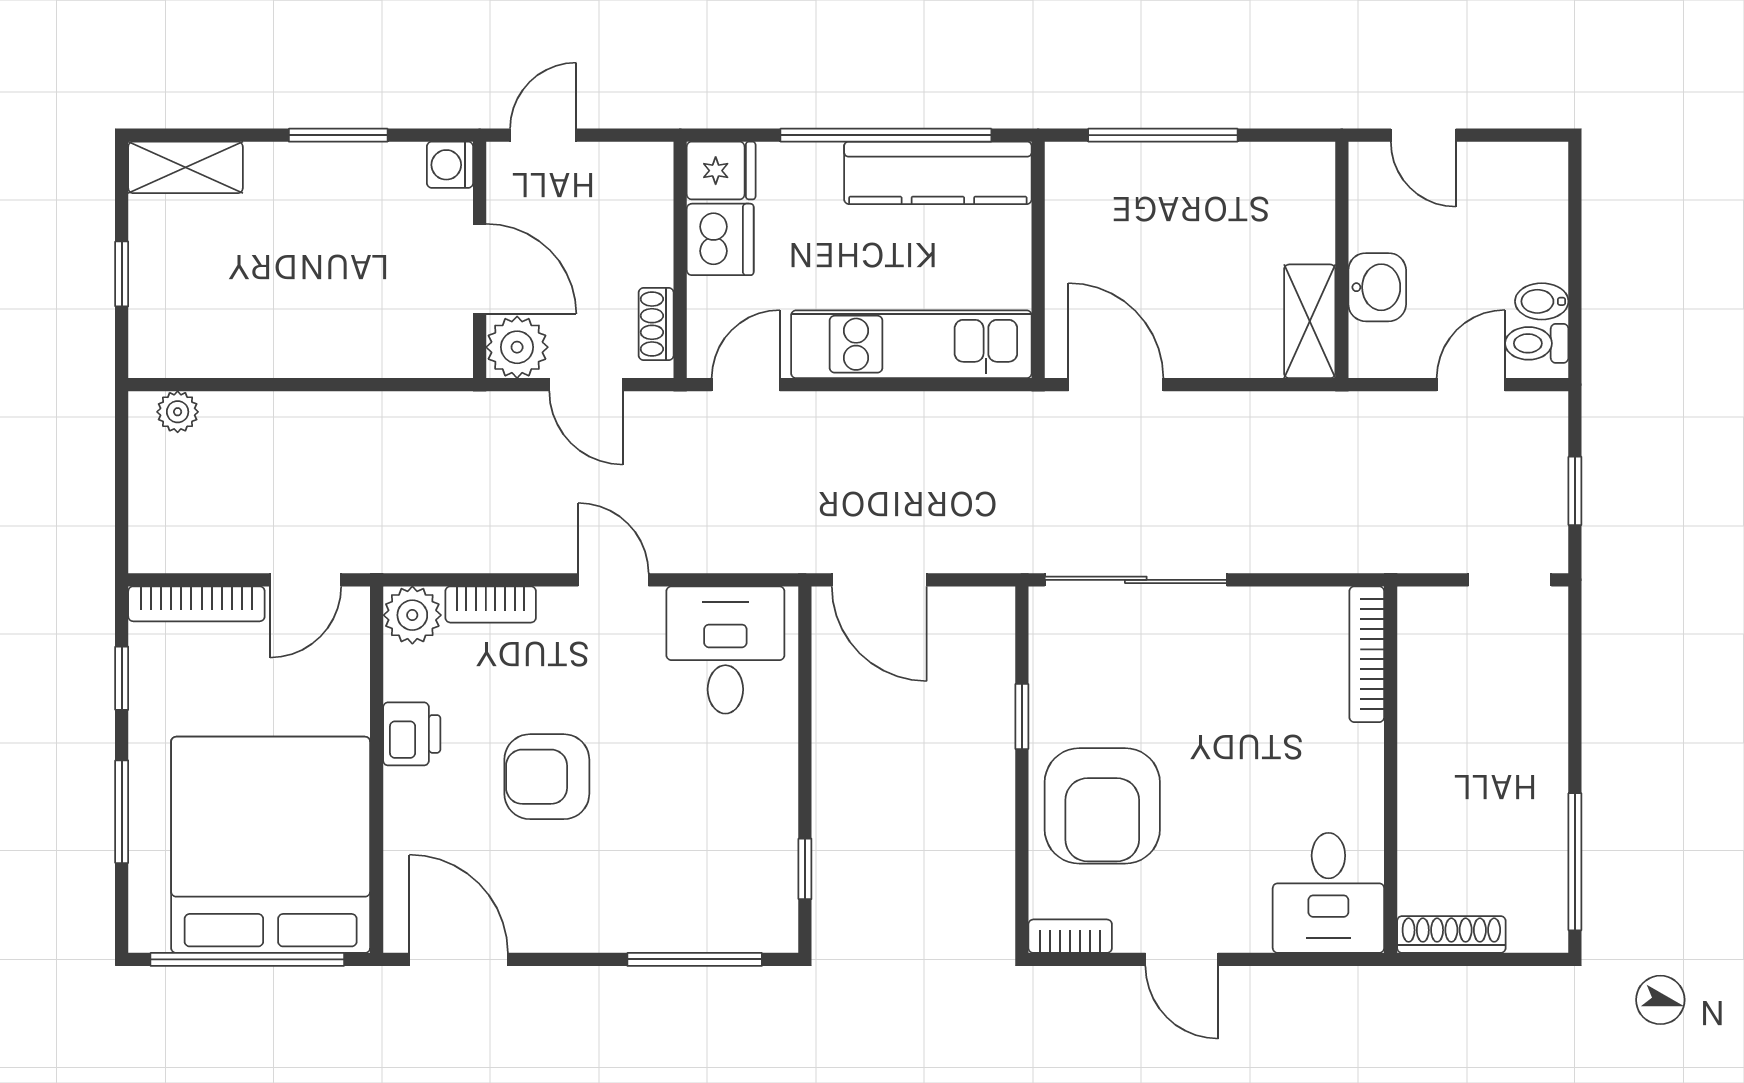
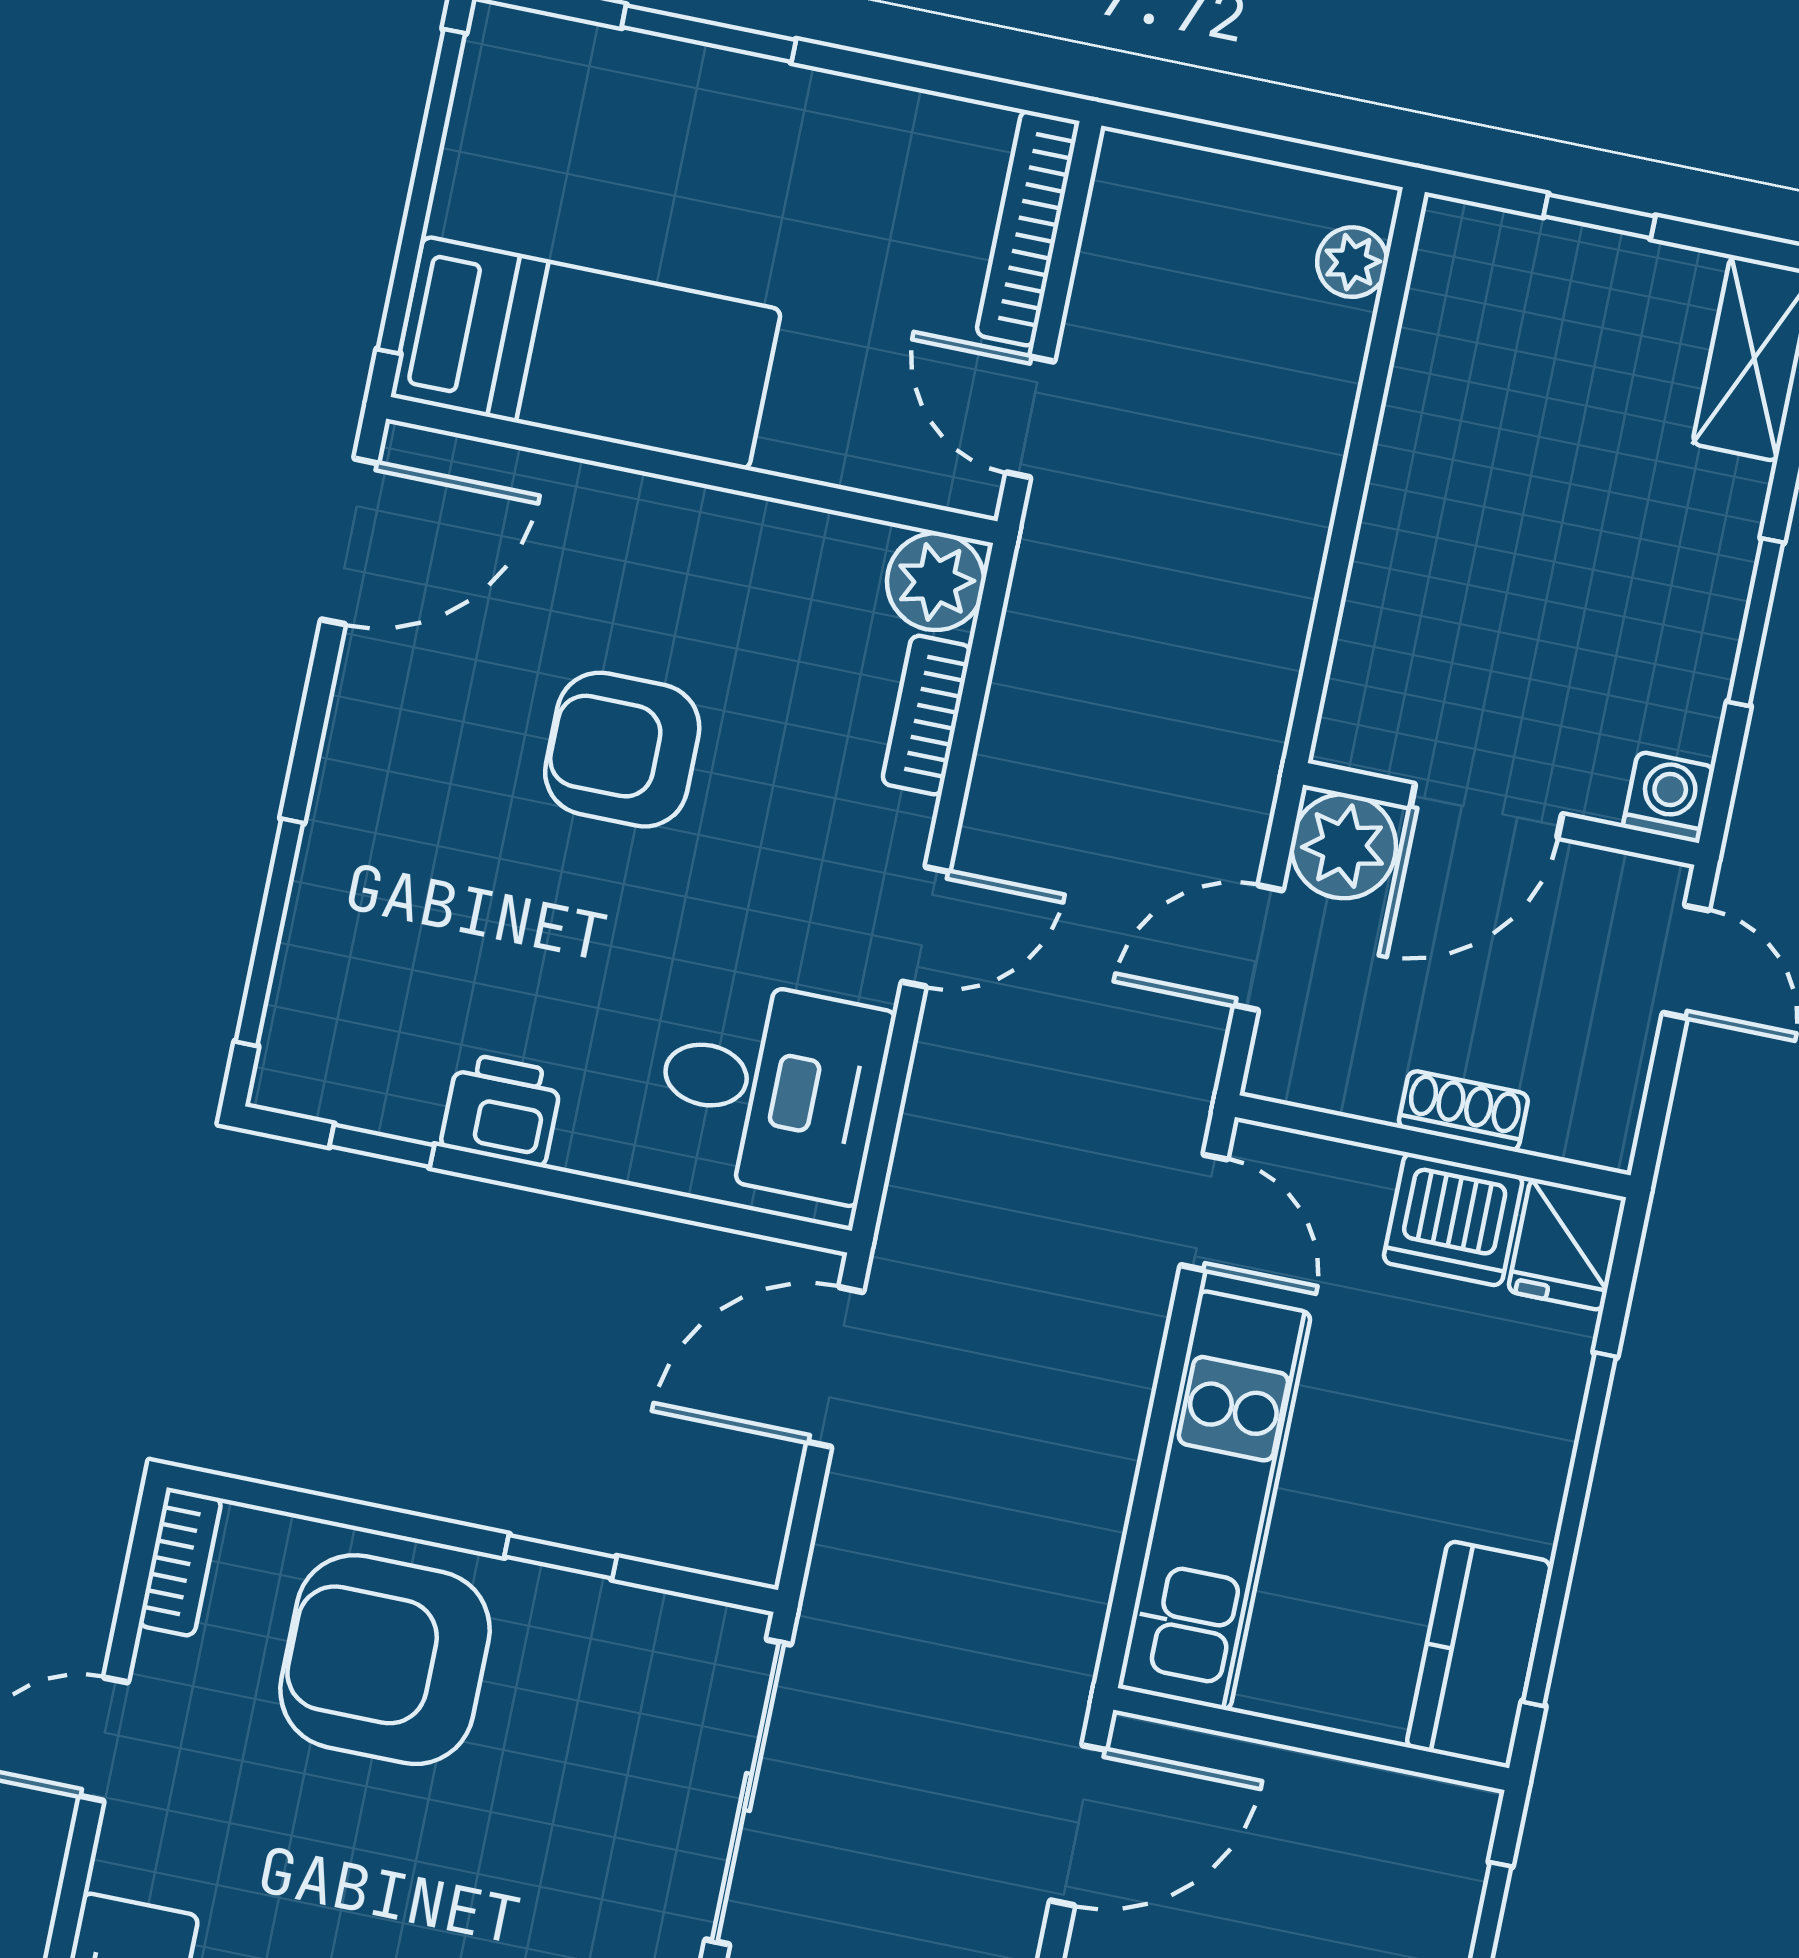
kitchen counter: (938, 173) -> (1479, 1654), width x0.67
shoe rack: (656, 324) -> (1463, 1111), moved
window: (122, 678) -> (930, 79), removed
printer: (412, 734) -> (502, 1110), moved, turned 180
armchair: (547, 777) -> (622, 750), turned -90
bed: (271, 845) -> (586, 353), width x0.49

